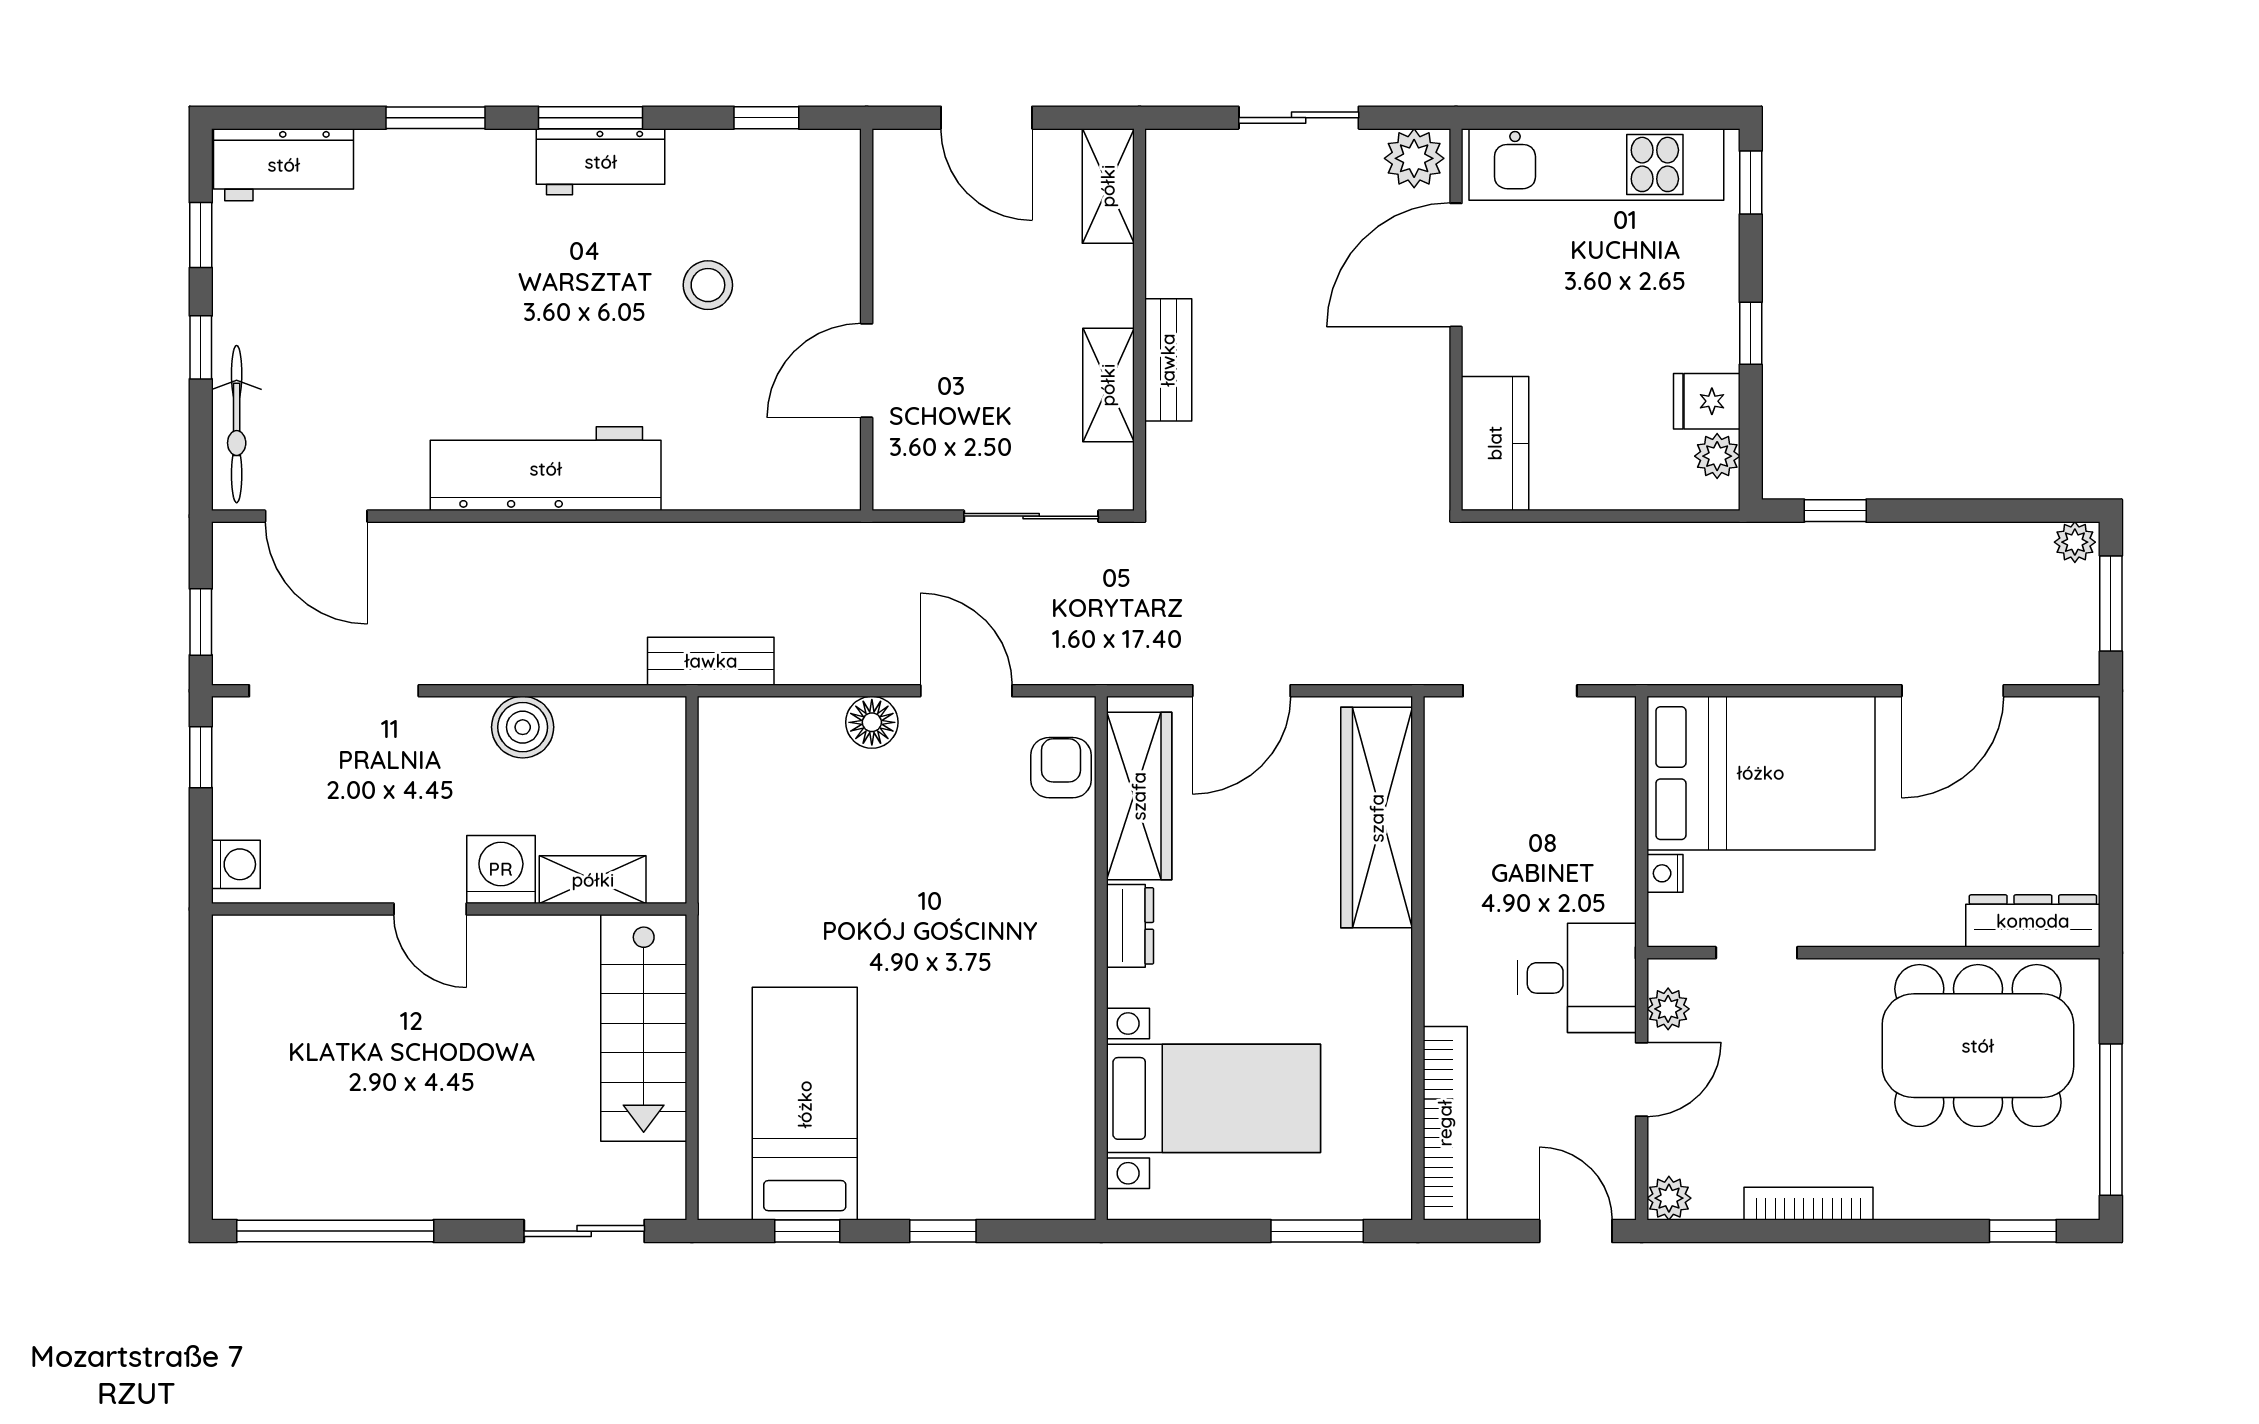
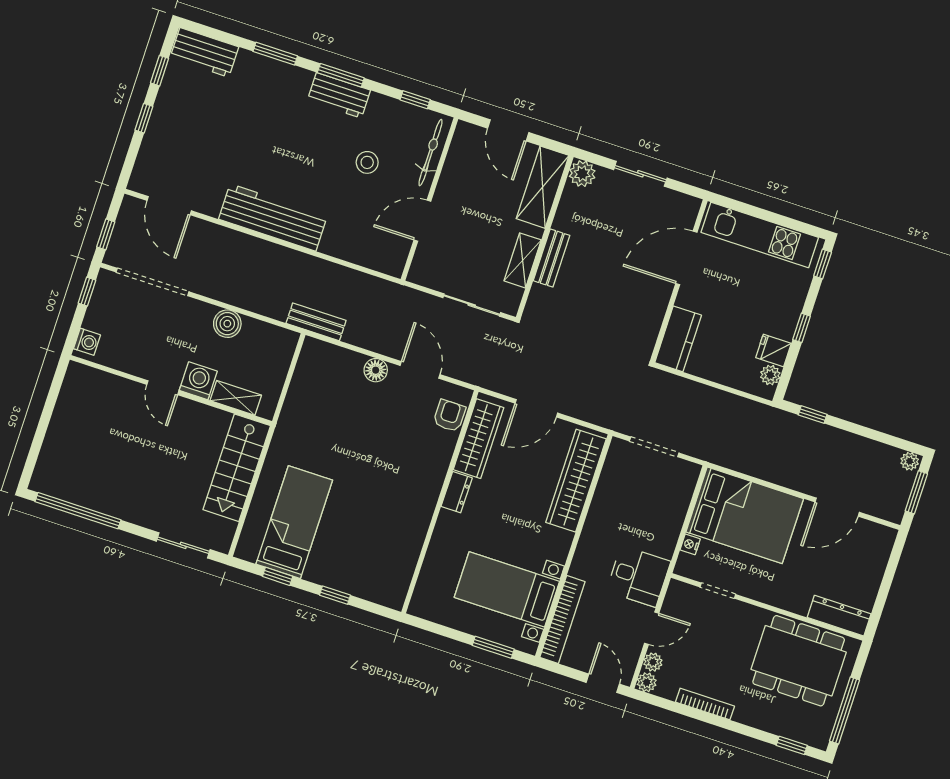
plant: (1414, 158) -> (582, 174), moved
shelving: (1108, 186) -> (543, 187), width x1.50, depth x1.33
bicycle: (237, 424) -> (431, 153), moved, turned 180
plant: (1668, 1009) -> (653, 662), moved
bed with nightstands: (1214, 1098) -> (507, 589), moved, turned 180

